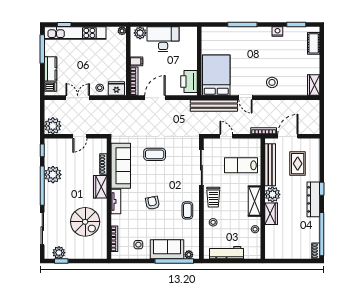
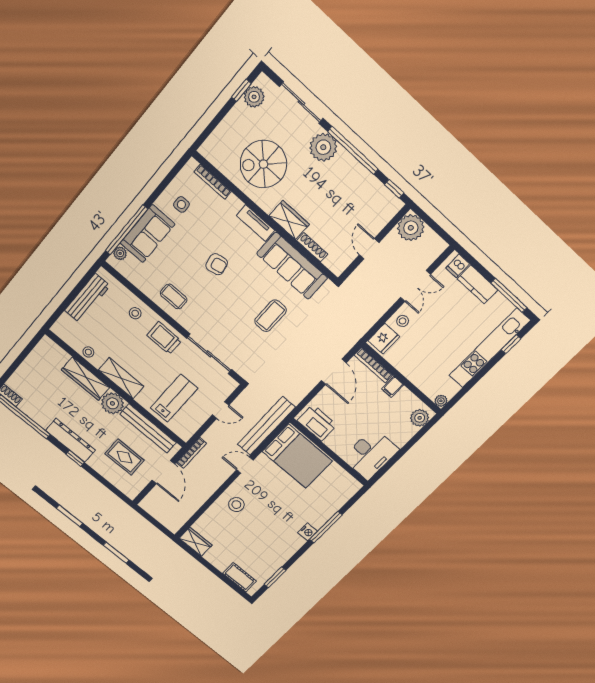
nightstand: (277, 32) -> (308, 532), moved
desk: (163, 39) -> (371, 454), moved
plant: (53, 175) -> (323, 147), moved
wardrobe: (271, 214) -> (85, 379), width x1.50

